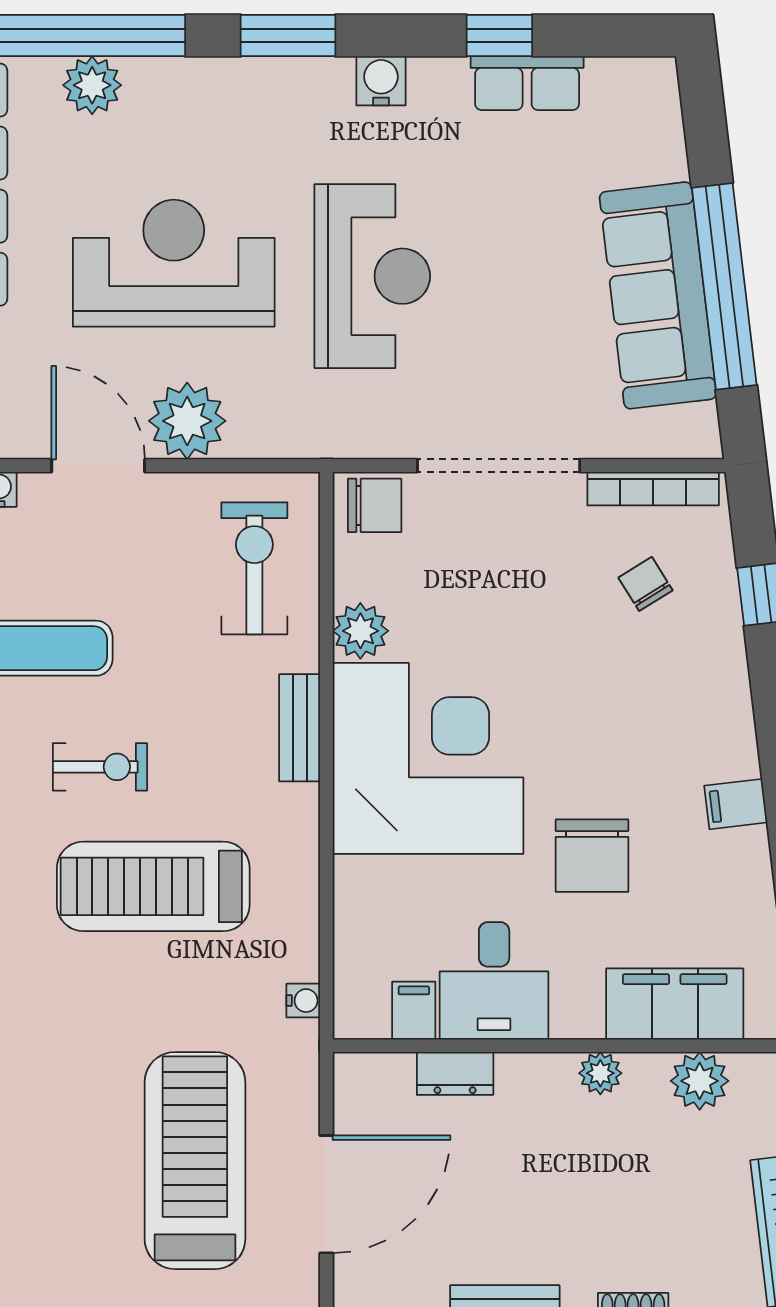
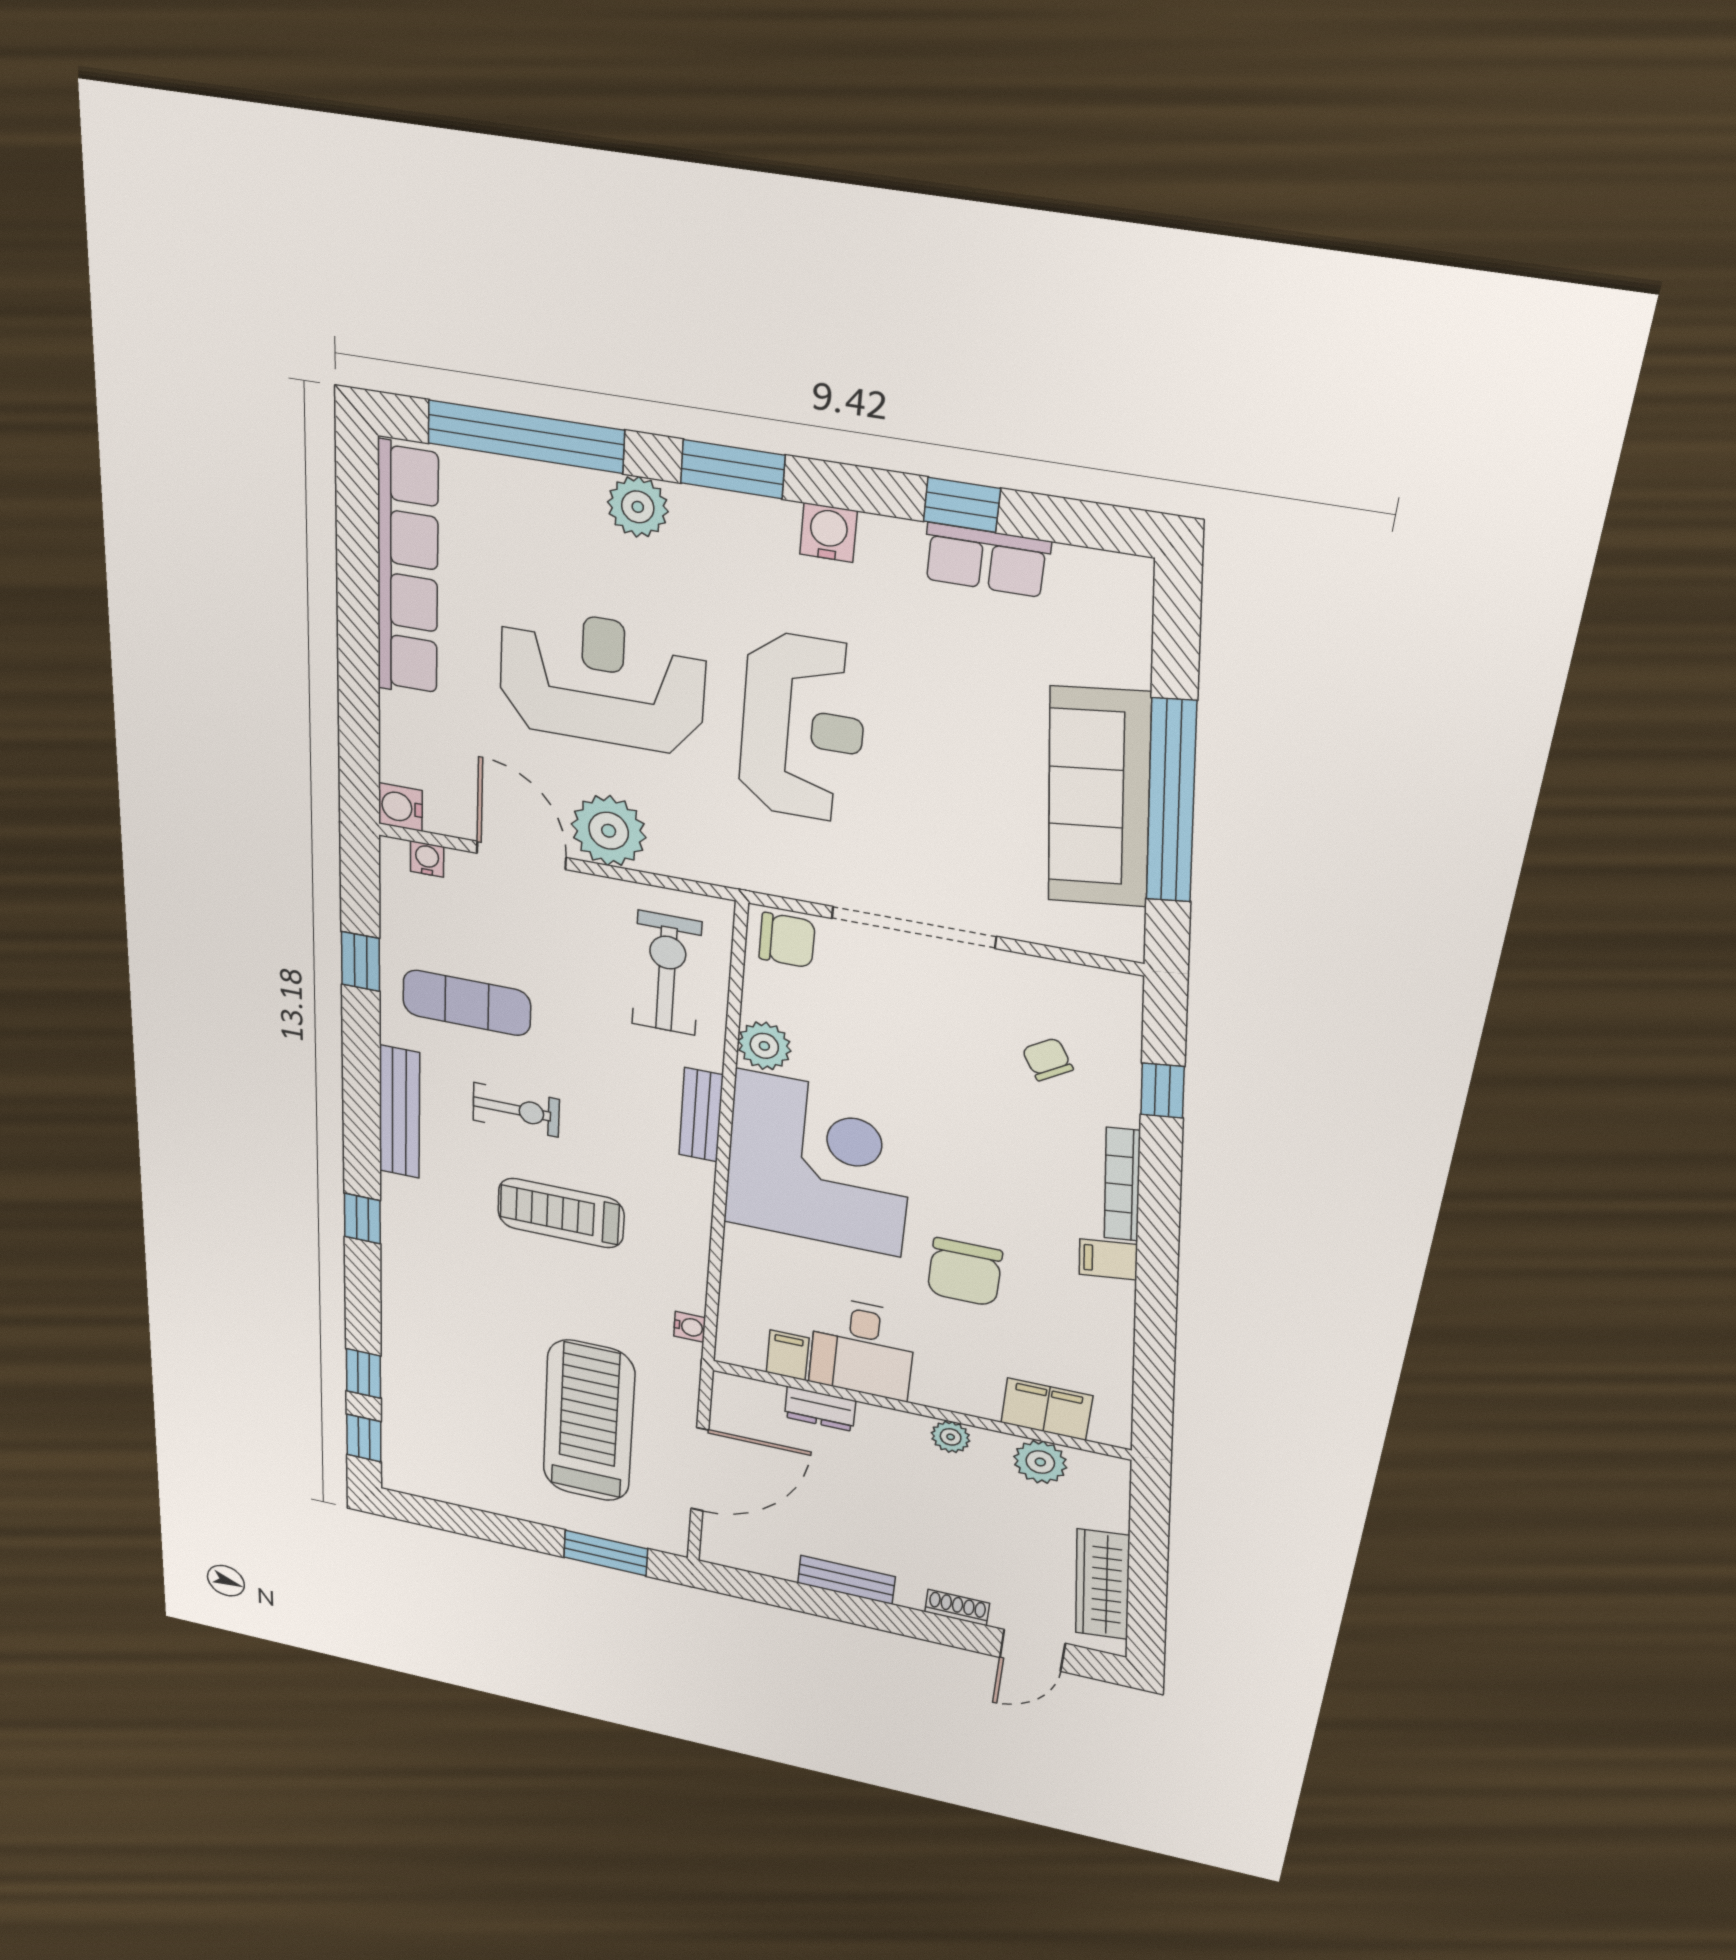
plant: (92, 85) -> (638, 507), moved
bookcase: (653, 489) -> (1122, 1185), moved, turned 83
treadmill: (153, 886) -> (561, 1213), width x0.73, depth x0.73
filing cabinet: (675, 1004) -> (1047, 1409), width x0.67, depth x0.86

